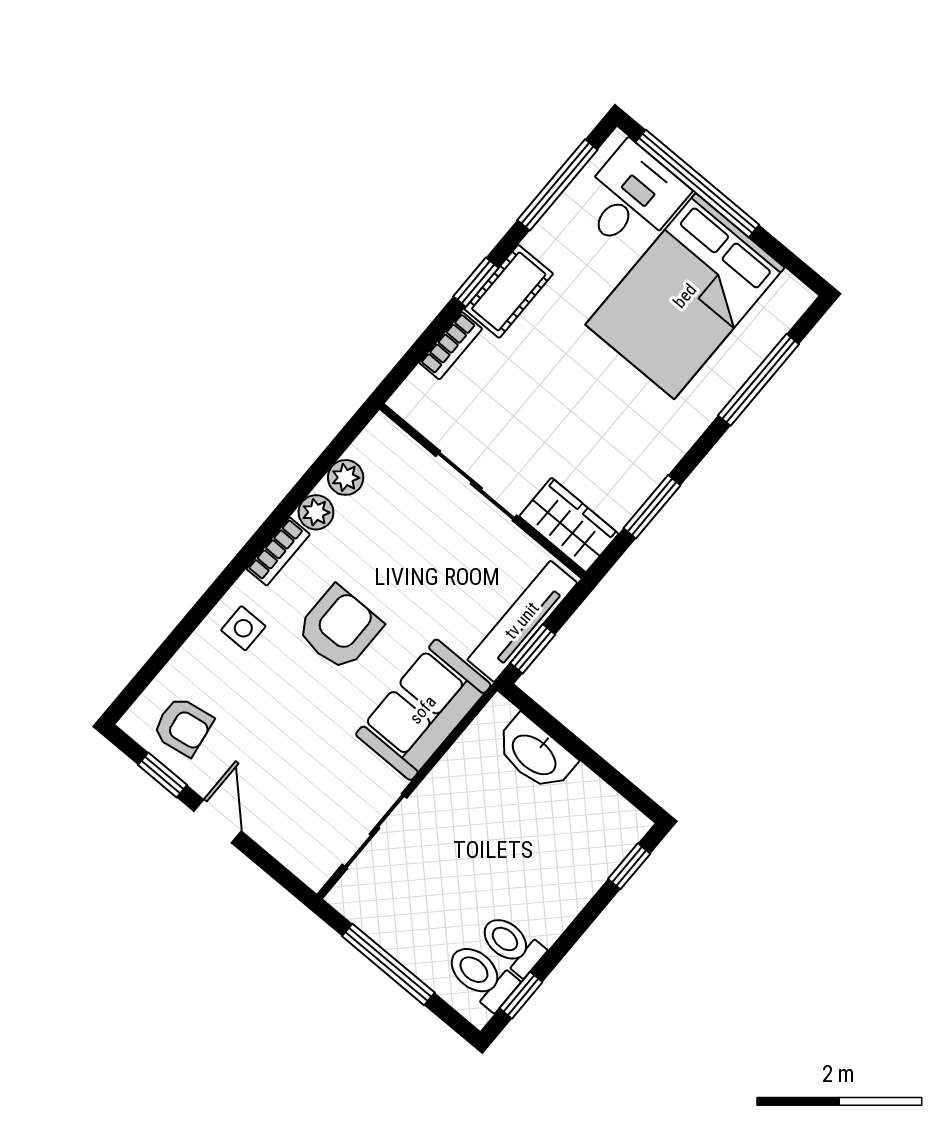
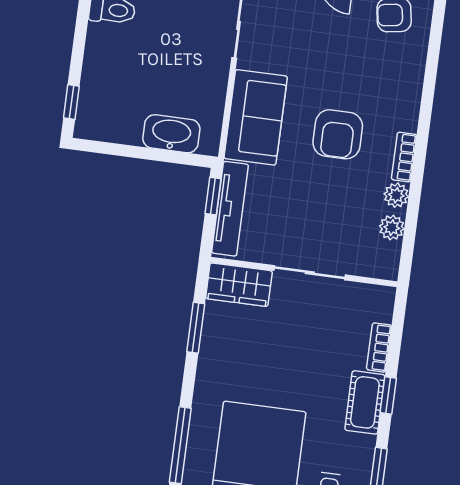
side table: (243, 628) -> (396, 97), removed

